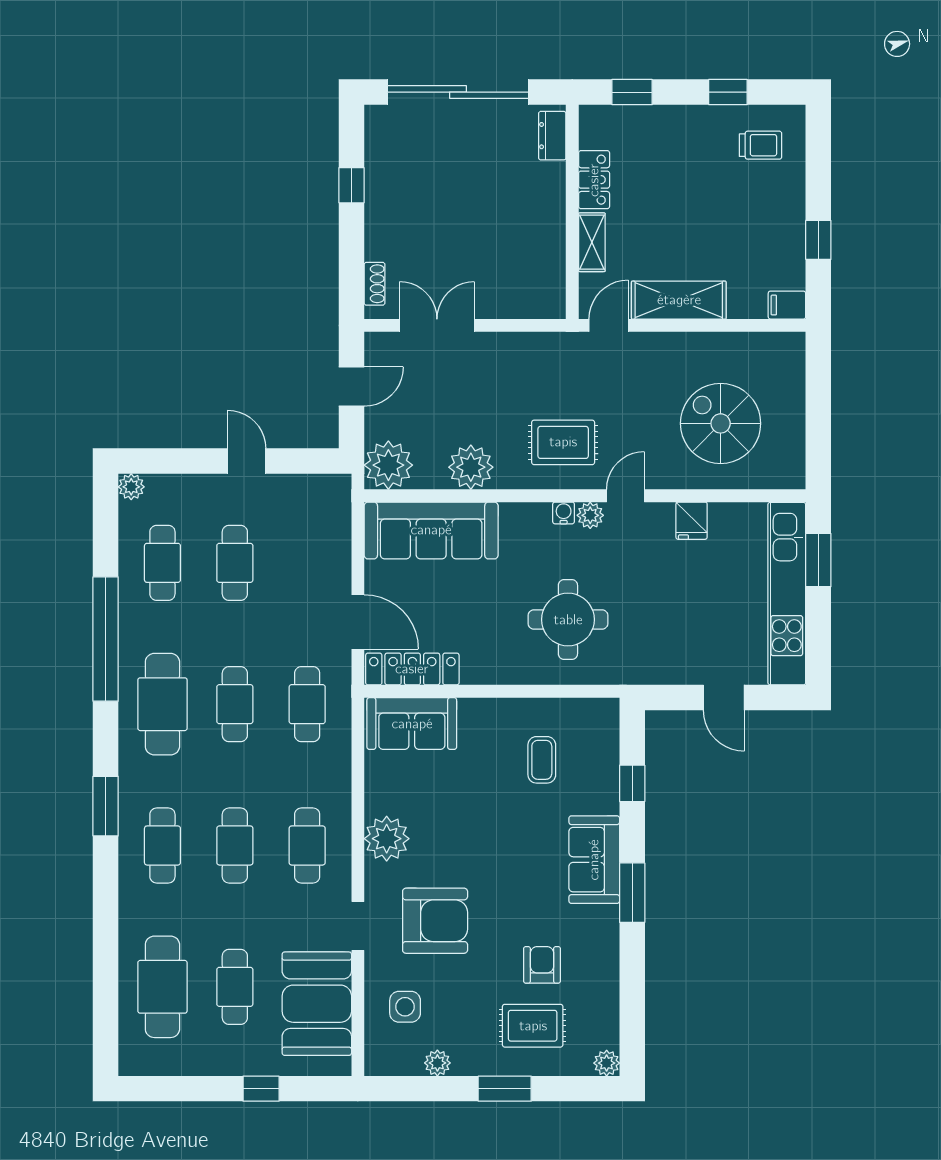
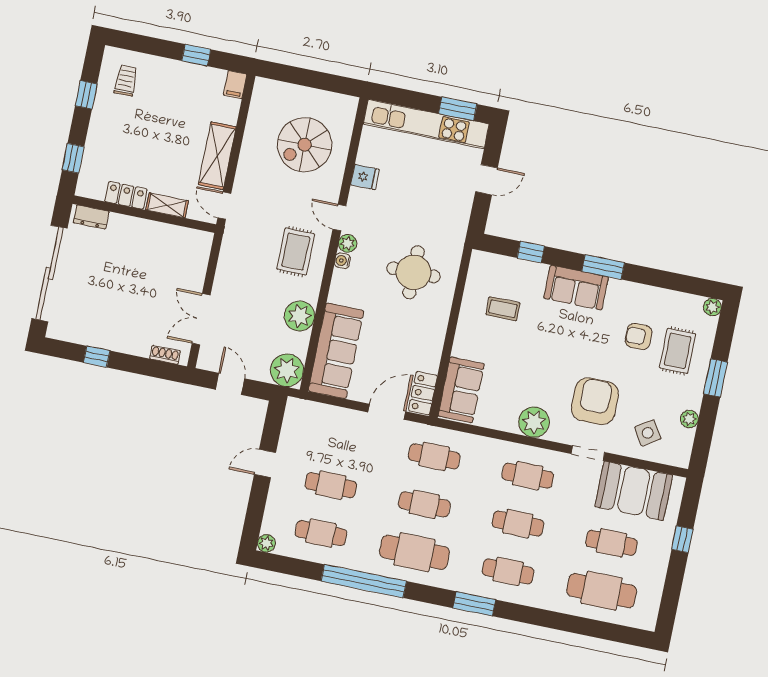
window: (818, 560) -> (458, 109), moved
locker: (412, 669) -> (423, 393), width x0.66
side table: (405, 1007) -> (648, 433), turned -32

